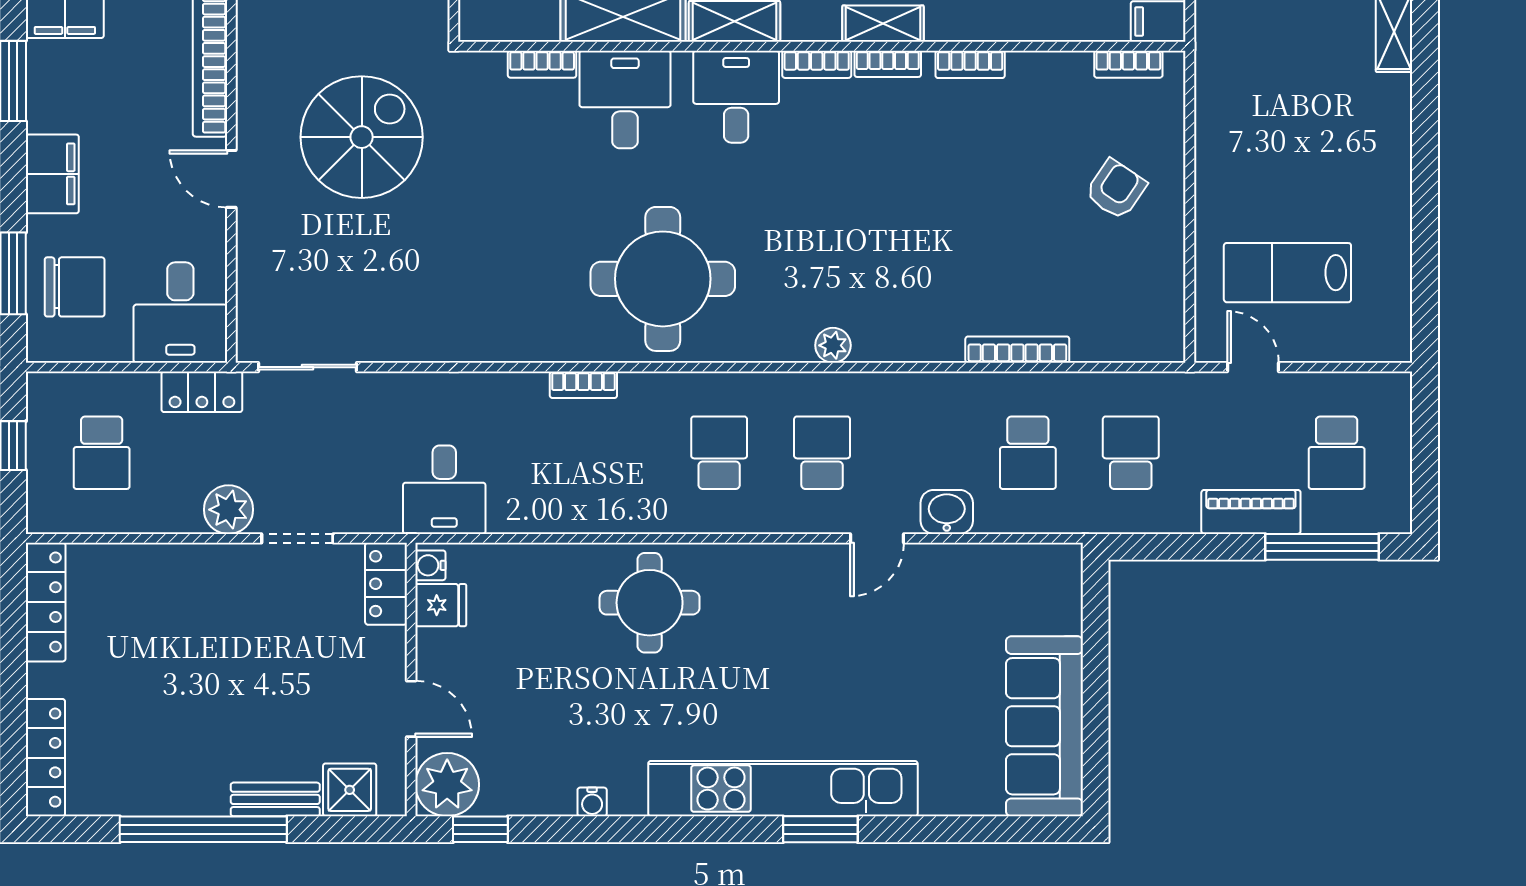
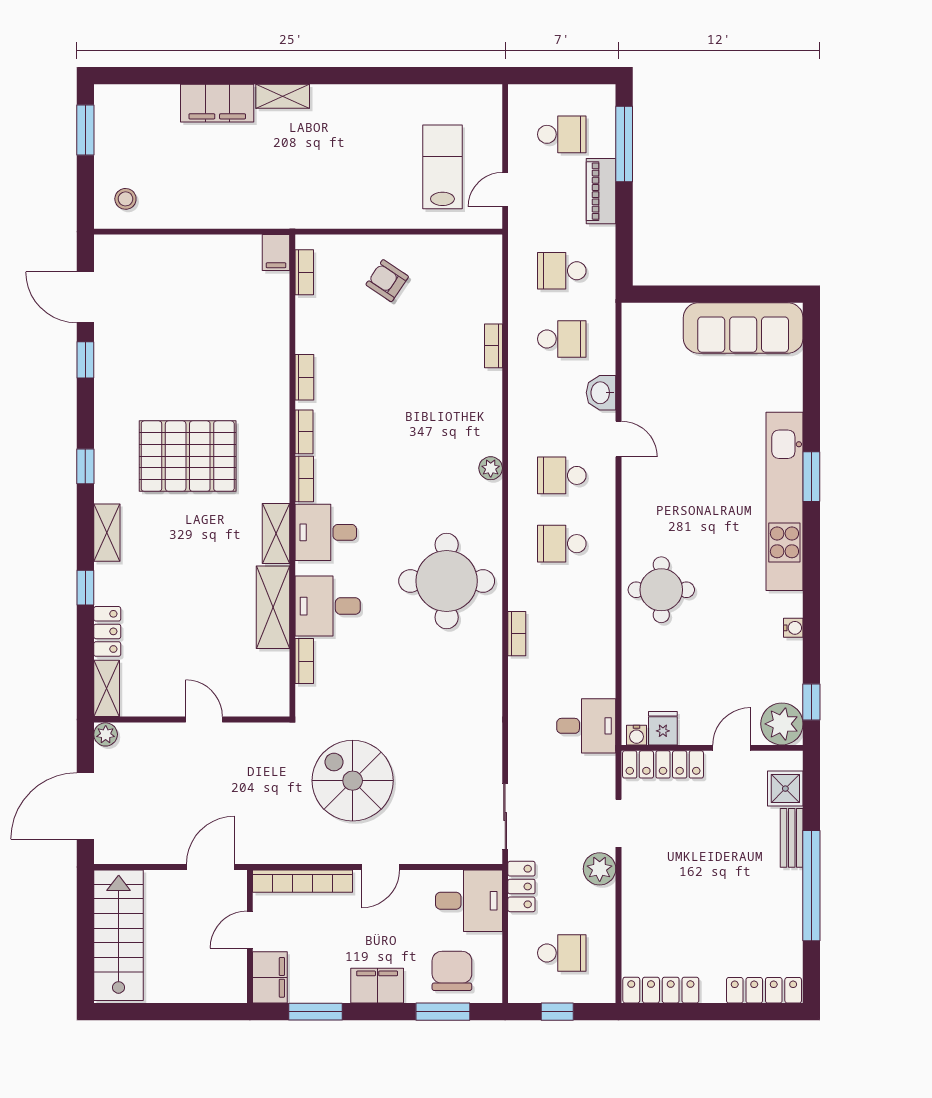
shelving: (883, 24) -> (277, 435), removed
lab bench: (1287, 273) -> (442, 167), turned 180
bookcase: (1017, 350) -> (493, 346), width x0.64
locker: (386, 584) -> (663, 764), width x1.53

